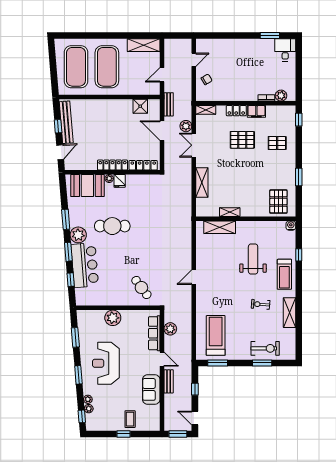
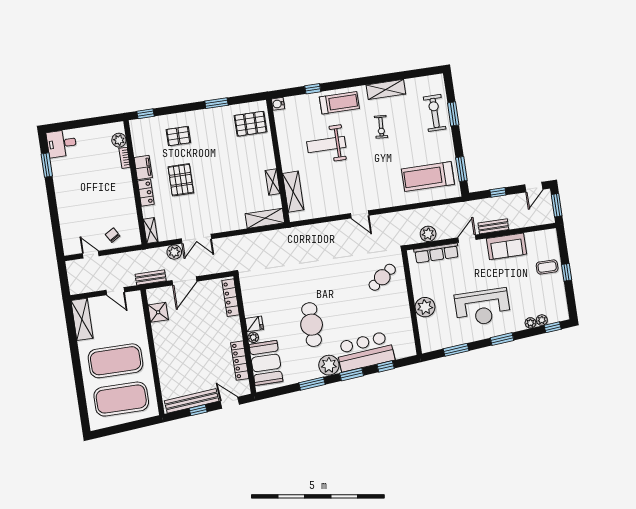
pallet: (277, 143) -> (178, 136), turned 90
locker: (112, 165) -> (240, 361), moved
shelving: (202, 182) -> (265, 218), moved

